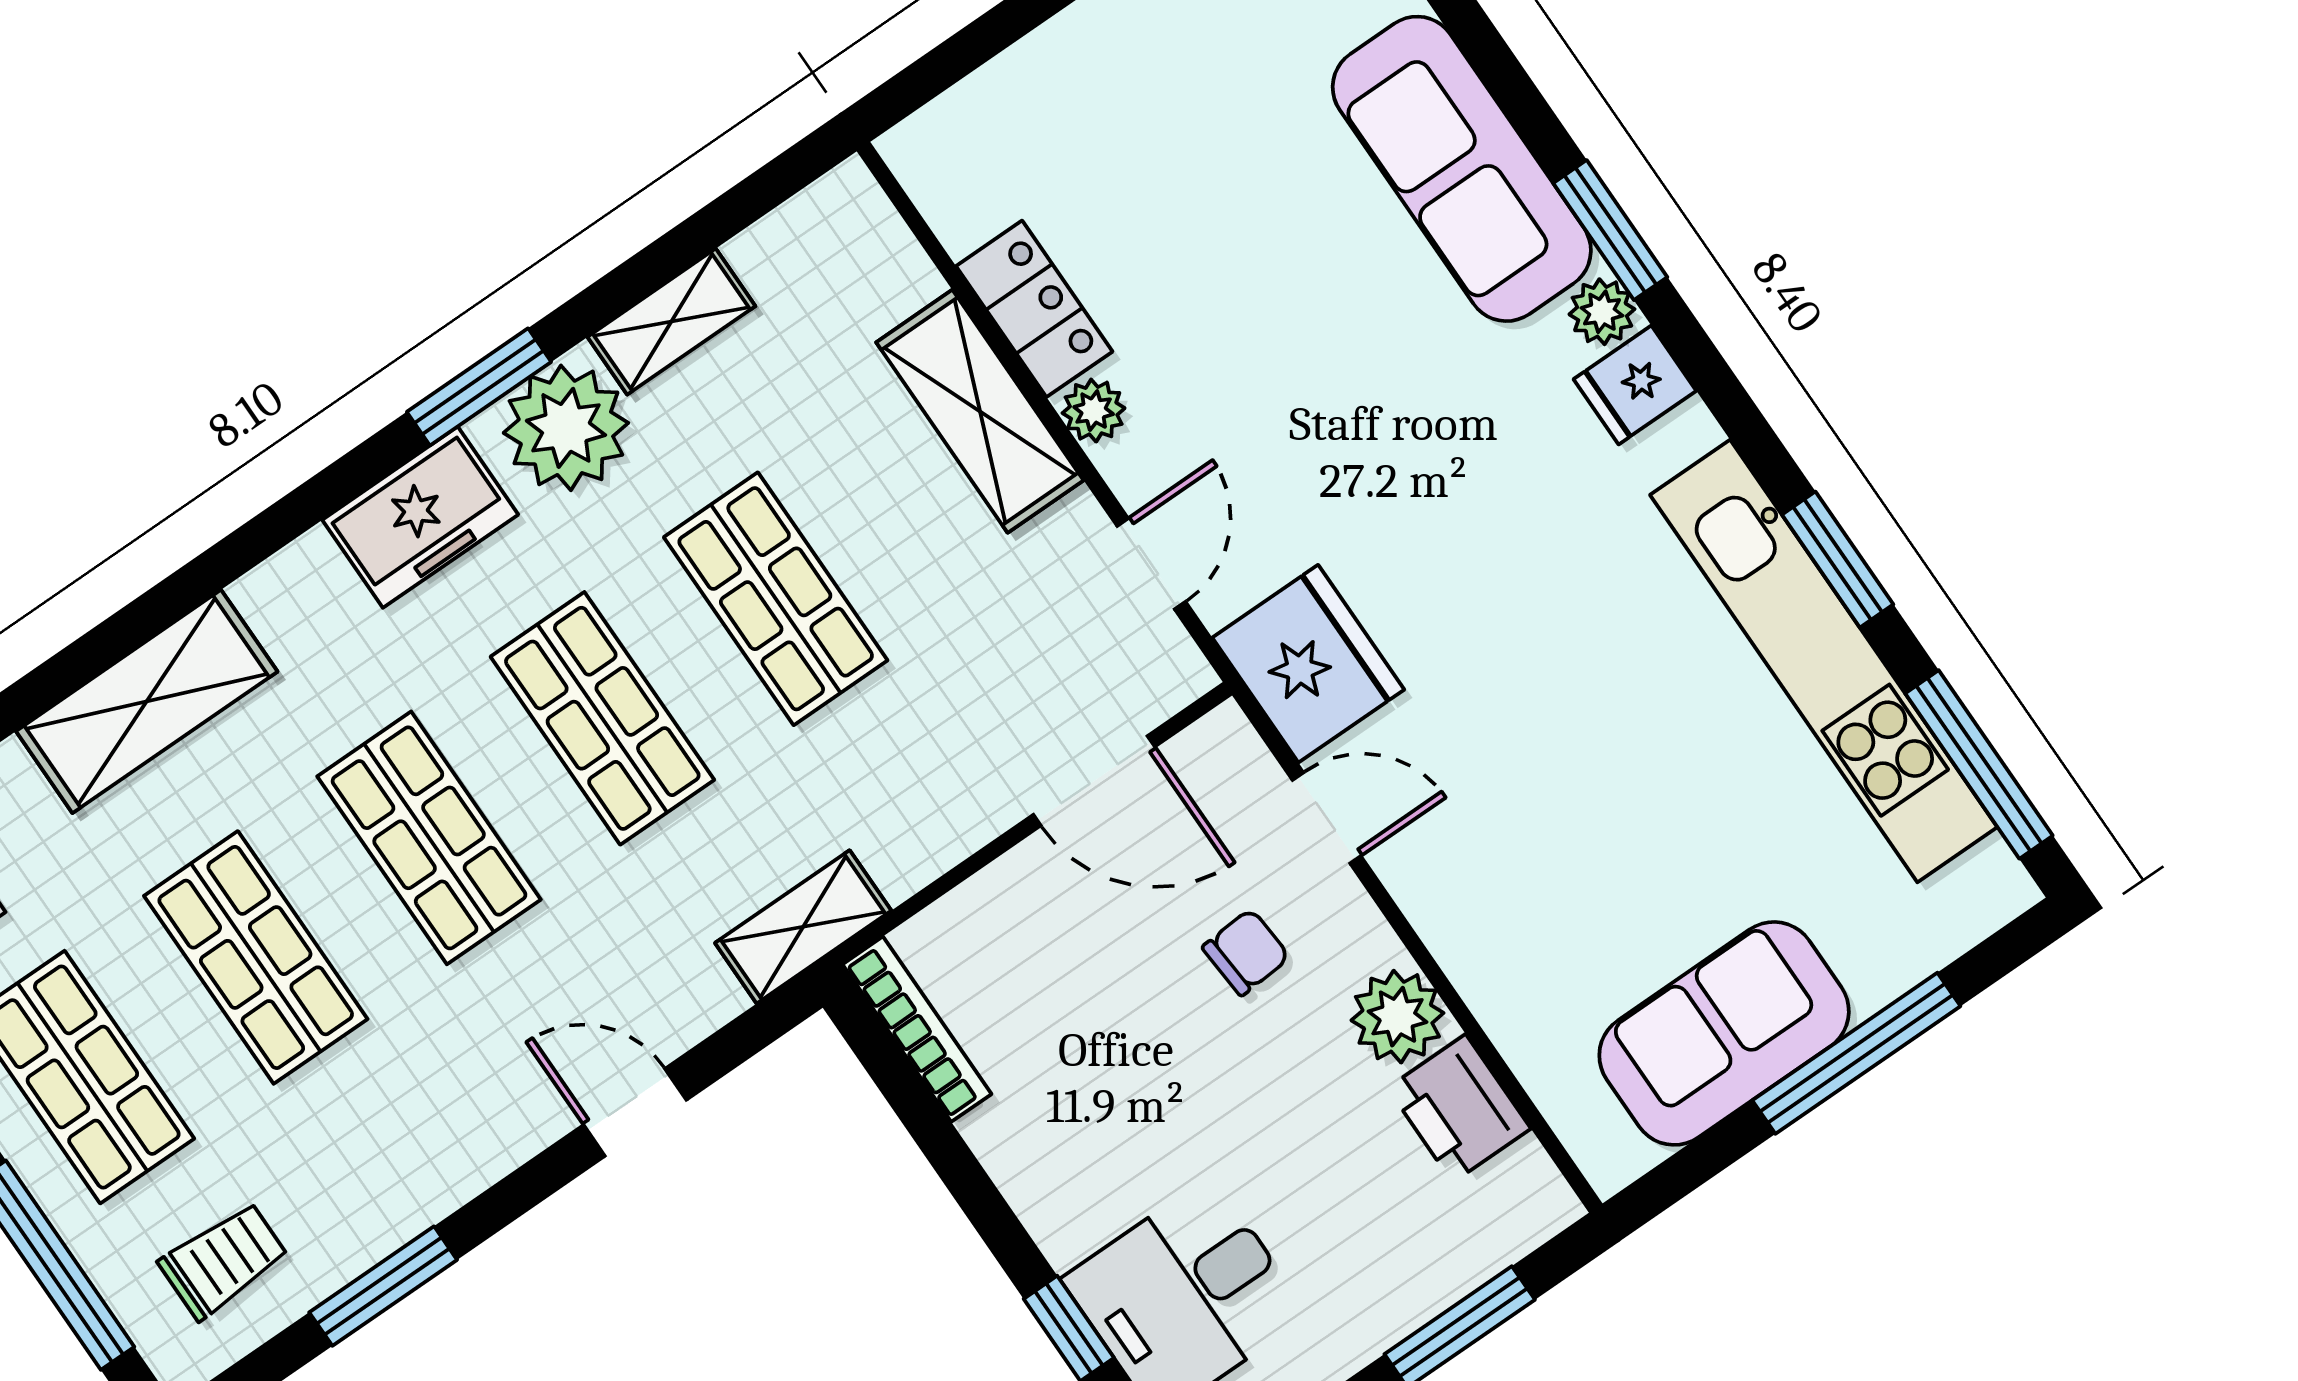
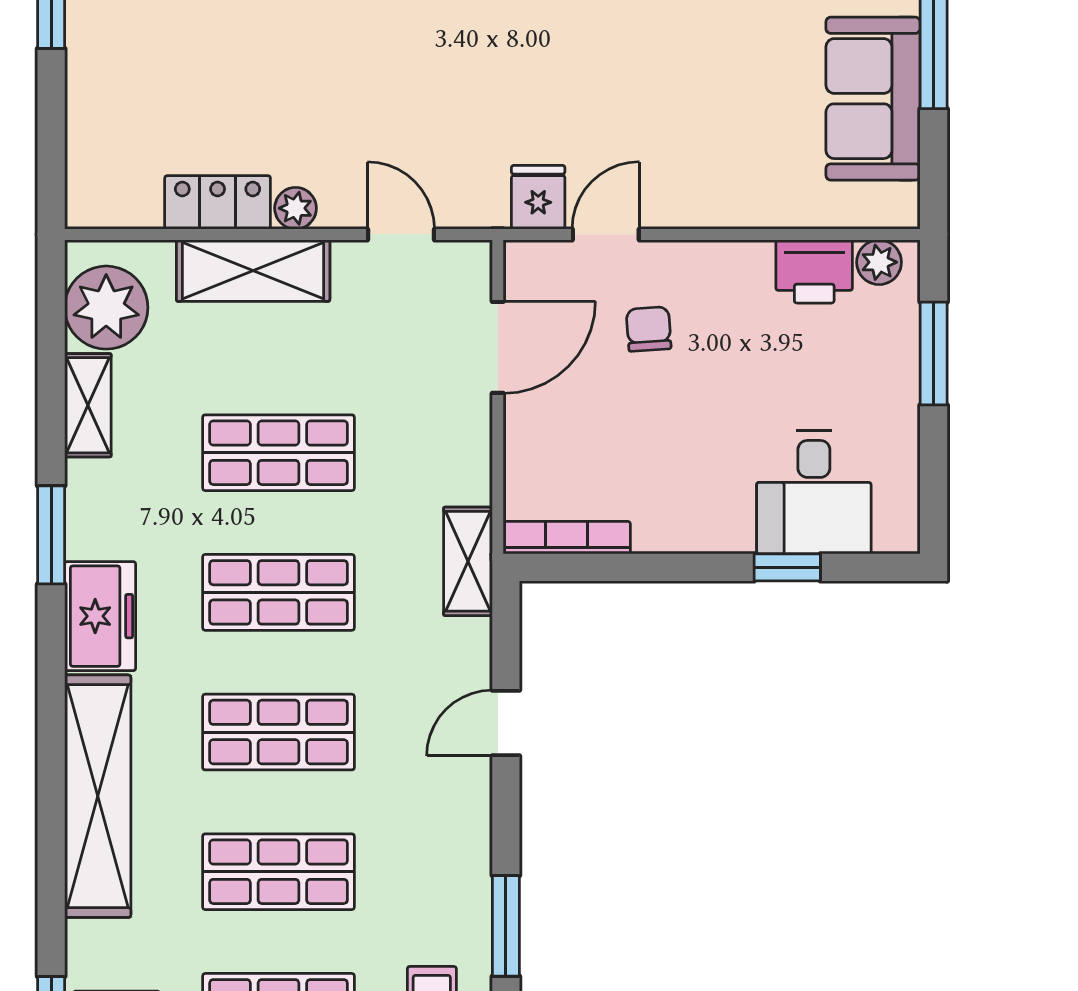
plant: (566, 428) -> (106, 308), moved
fridge: (1308, 664) -> (538, 197), width x0.53, depth x0.75
shelving: (147, 701) -> (98, 796), width x1.47
plant: (1397, 1017) -> (879, 262), moved, width x0.73, depth x0.73

